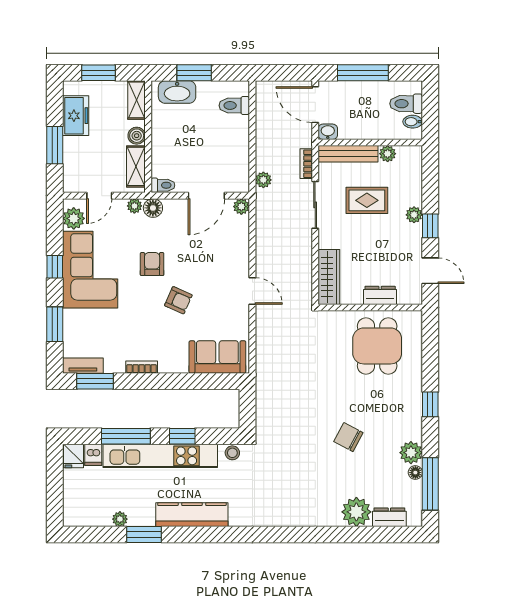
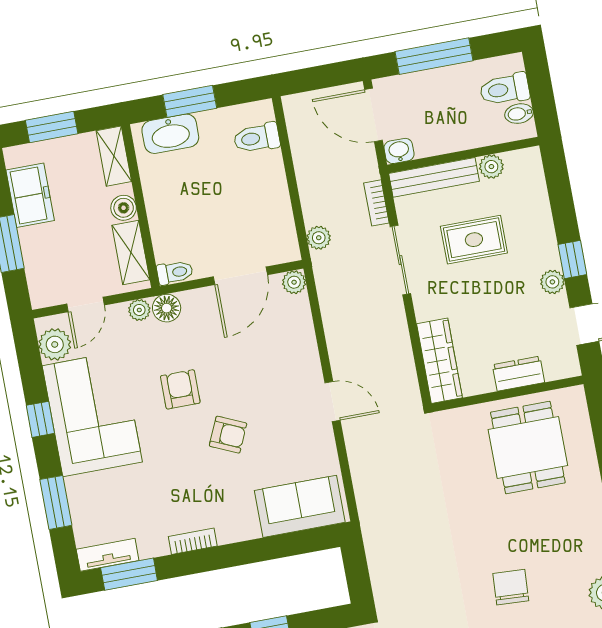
plant: (414, 215) -> (552, 282), moved
chair: (348, 437) -> (511, 587), turned 65

